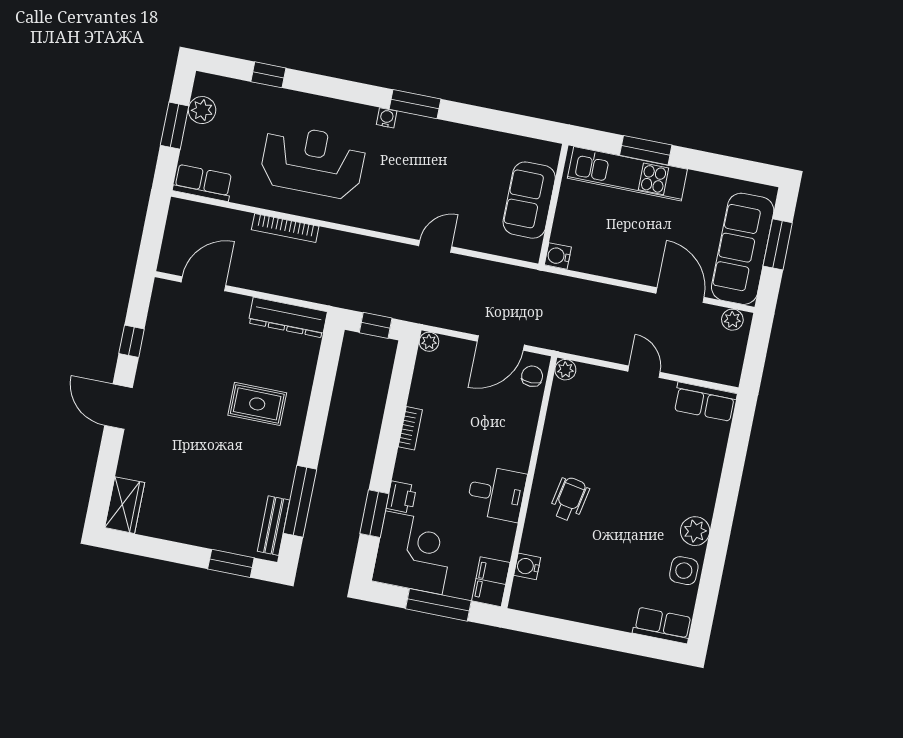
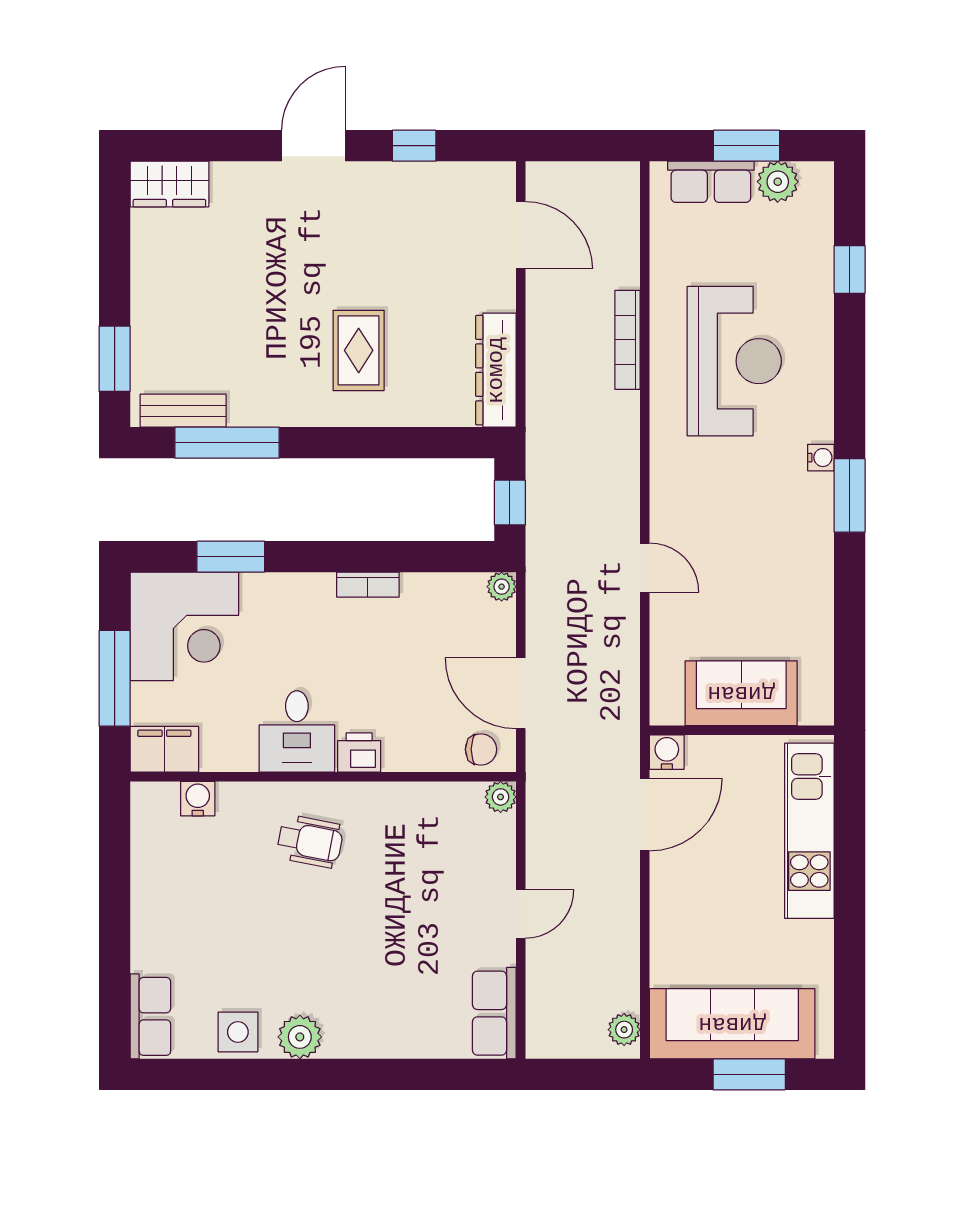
window: (646, 150) -> (850, 851), removed
row of seats: (203, 183) -> (711, 182), moved, turned 90
door: (680, 295) -> (645, 815), moved
printer: (401, 497) -> (359, 752), moved, turned 180

